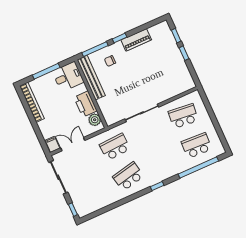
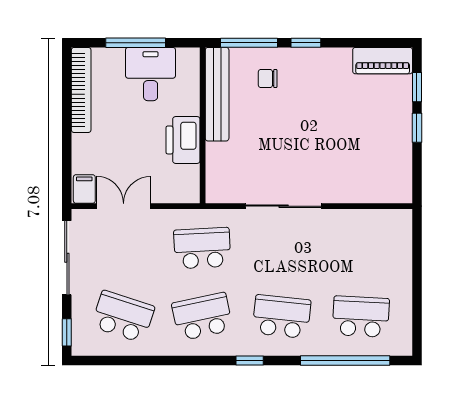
piano: (136, 40) -> (383, 61), moved
desk: (68, 77) -> (151, 74), moved, turned -90
school desk: (183, 116) -> (282, 317), moved
plant: (95, 120) -> (187, 178), removed
school desk: (94, 192) -> (123, 317), added

